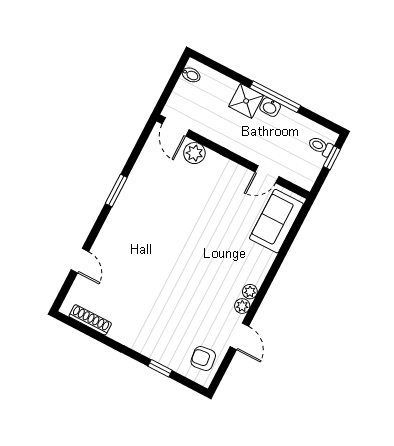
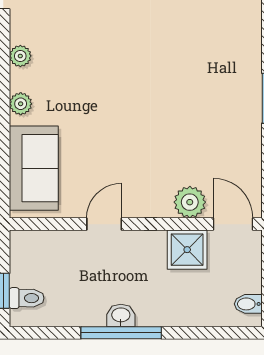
shower: (246, 101) -> (187, 250), moved
door: (267, 174) -> (104, 224), moved
plant: (242, 306) -> (21, 104), moved

